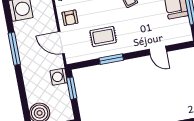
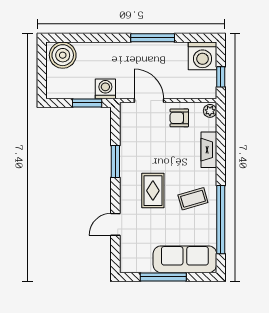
rug: (103, 37) -> (153, 191), moved
door: (61, 43) -> (149, 100), hinge flipped

